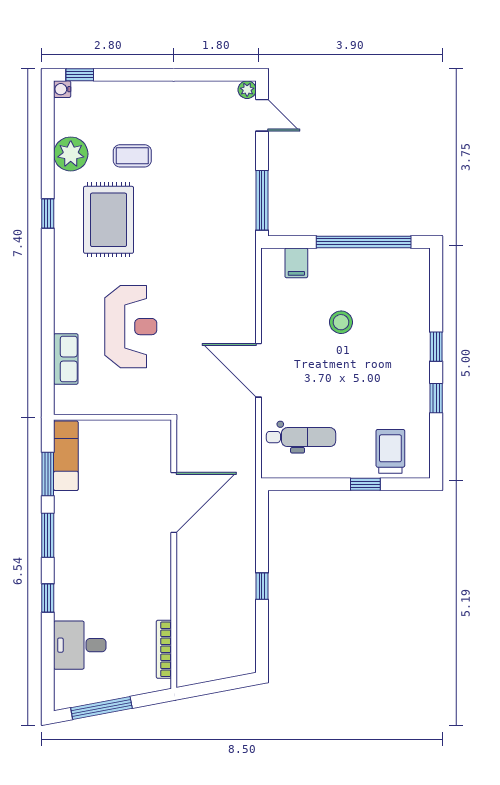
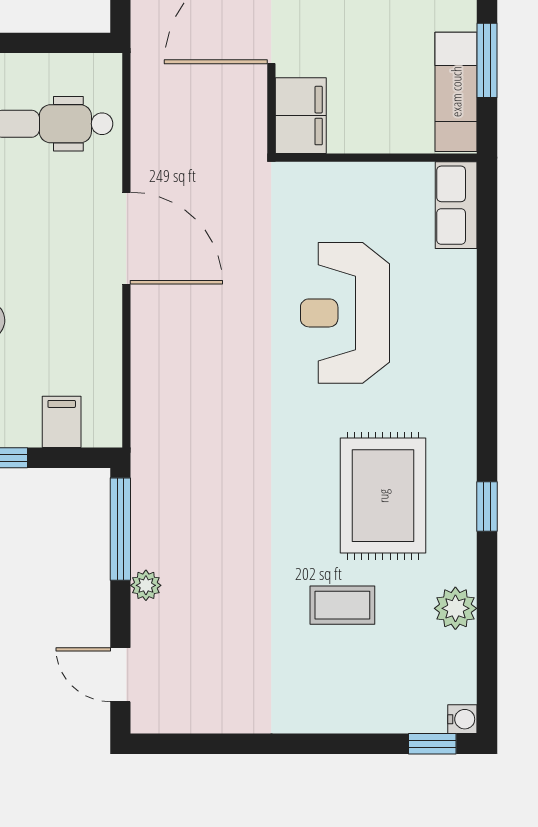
plant: (247, 90) -> (146, 585), moved
plant: (71, 154) -> (455, 608), width x0.73, depth x0.73
row of seats: (66, 359) -> (456, 205), moved
filing cabinet: (157, 442) -> (301, 116), added

